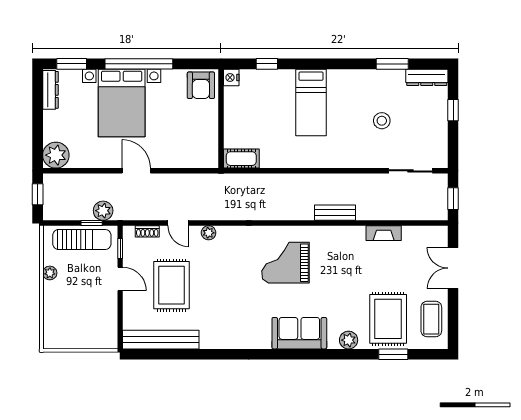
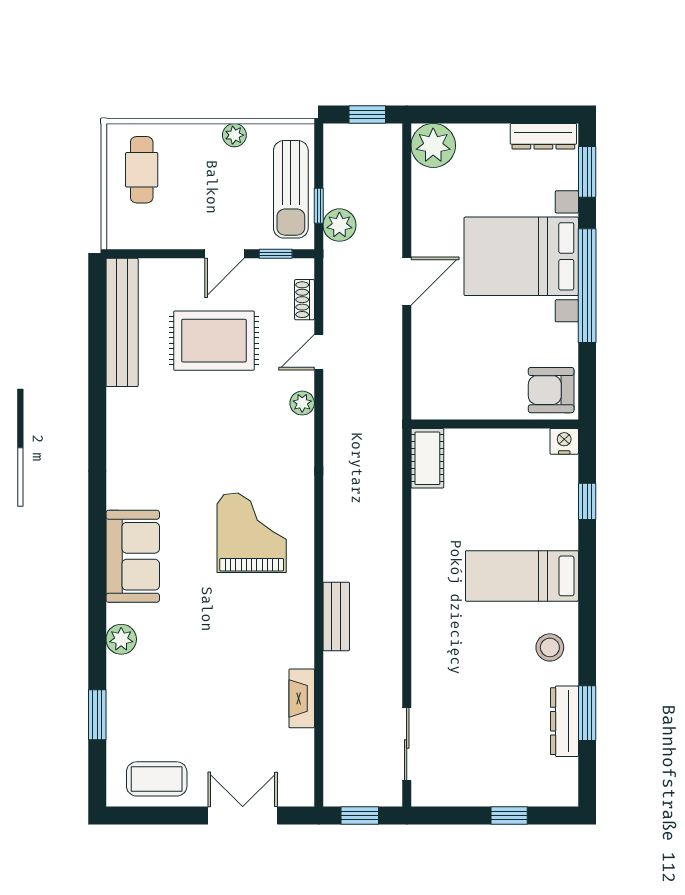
dresser: (427, 77) -> (564, 721), moved
stool: (382, 121) -> (550, 647), moved
rug: (388, 319) -> (157, 706), removed
cafe table: (70, 328) -> (142, 170), added

